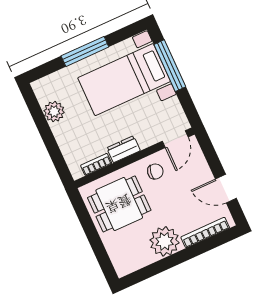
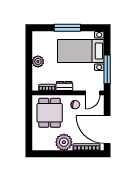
window: (170, 66) -> (107, 69), moved
plant: (54, 112) -> (38, 61), moved
door: (226, 189) -> (107, 130), width x1.88
dining table: (119, 204) -> (50, 113), turned 90

